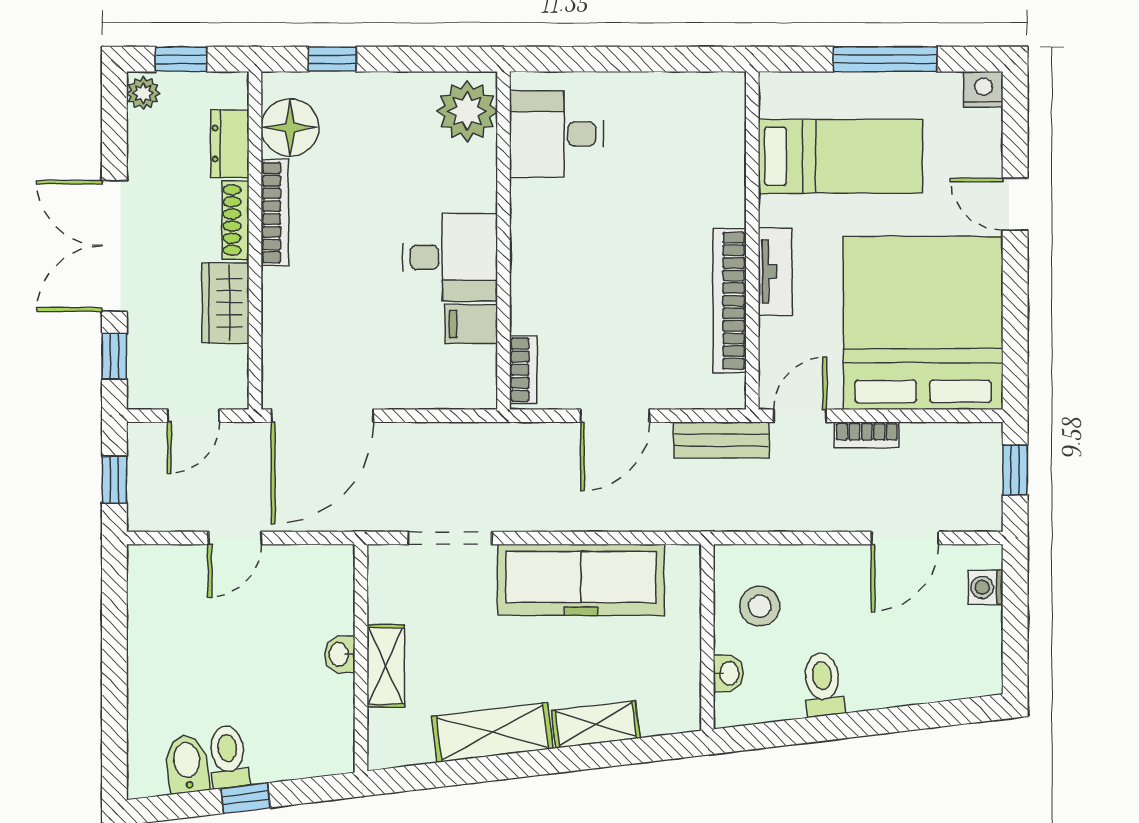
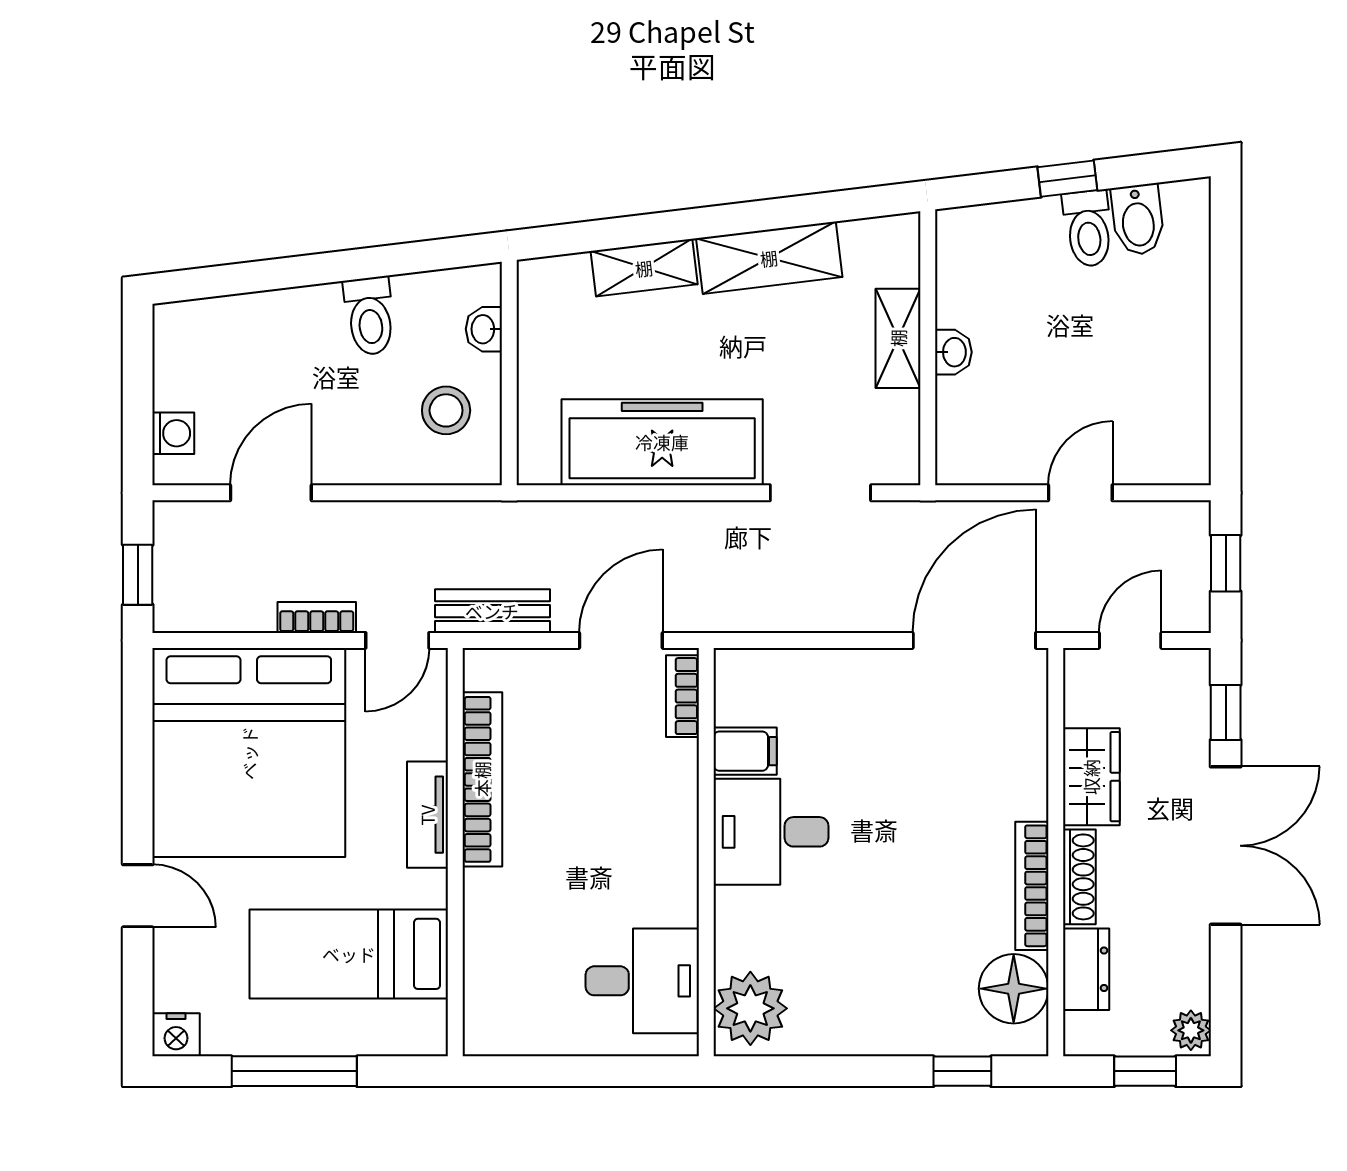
plant: (467, 111) -> (750, 1008), moved
desk: (557, 134) -> (642, 981), moved
wall: (504, 241) -> (706, 852), moved
desk: (450, 257) -> (771, 832), moved
filing cabinet: (471, 324) -> (745, 751), moved
bookcase: (523, 370) -> (682, 696), moved

